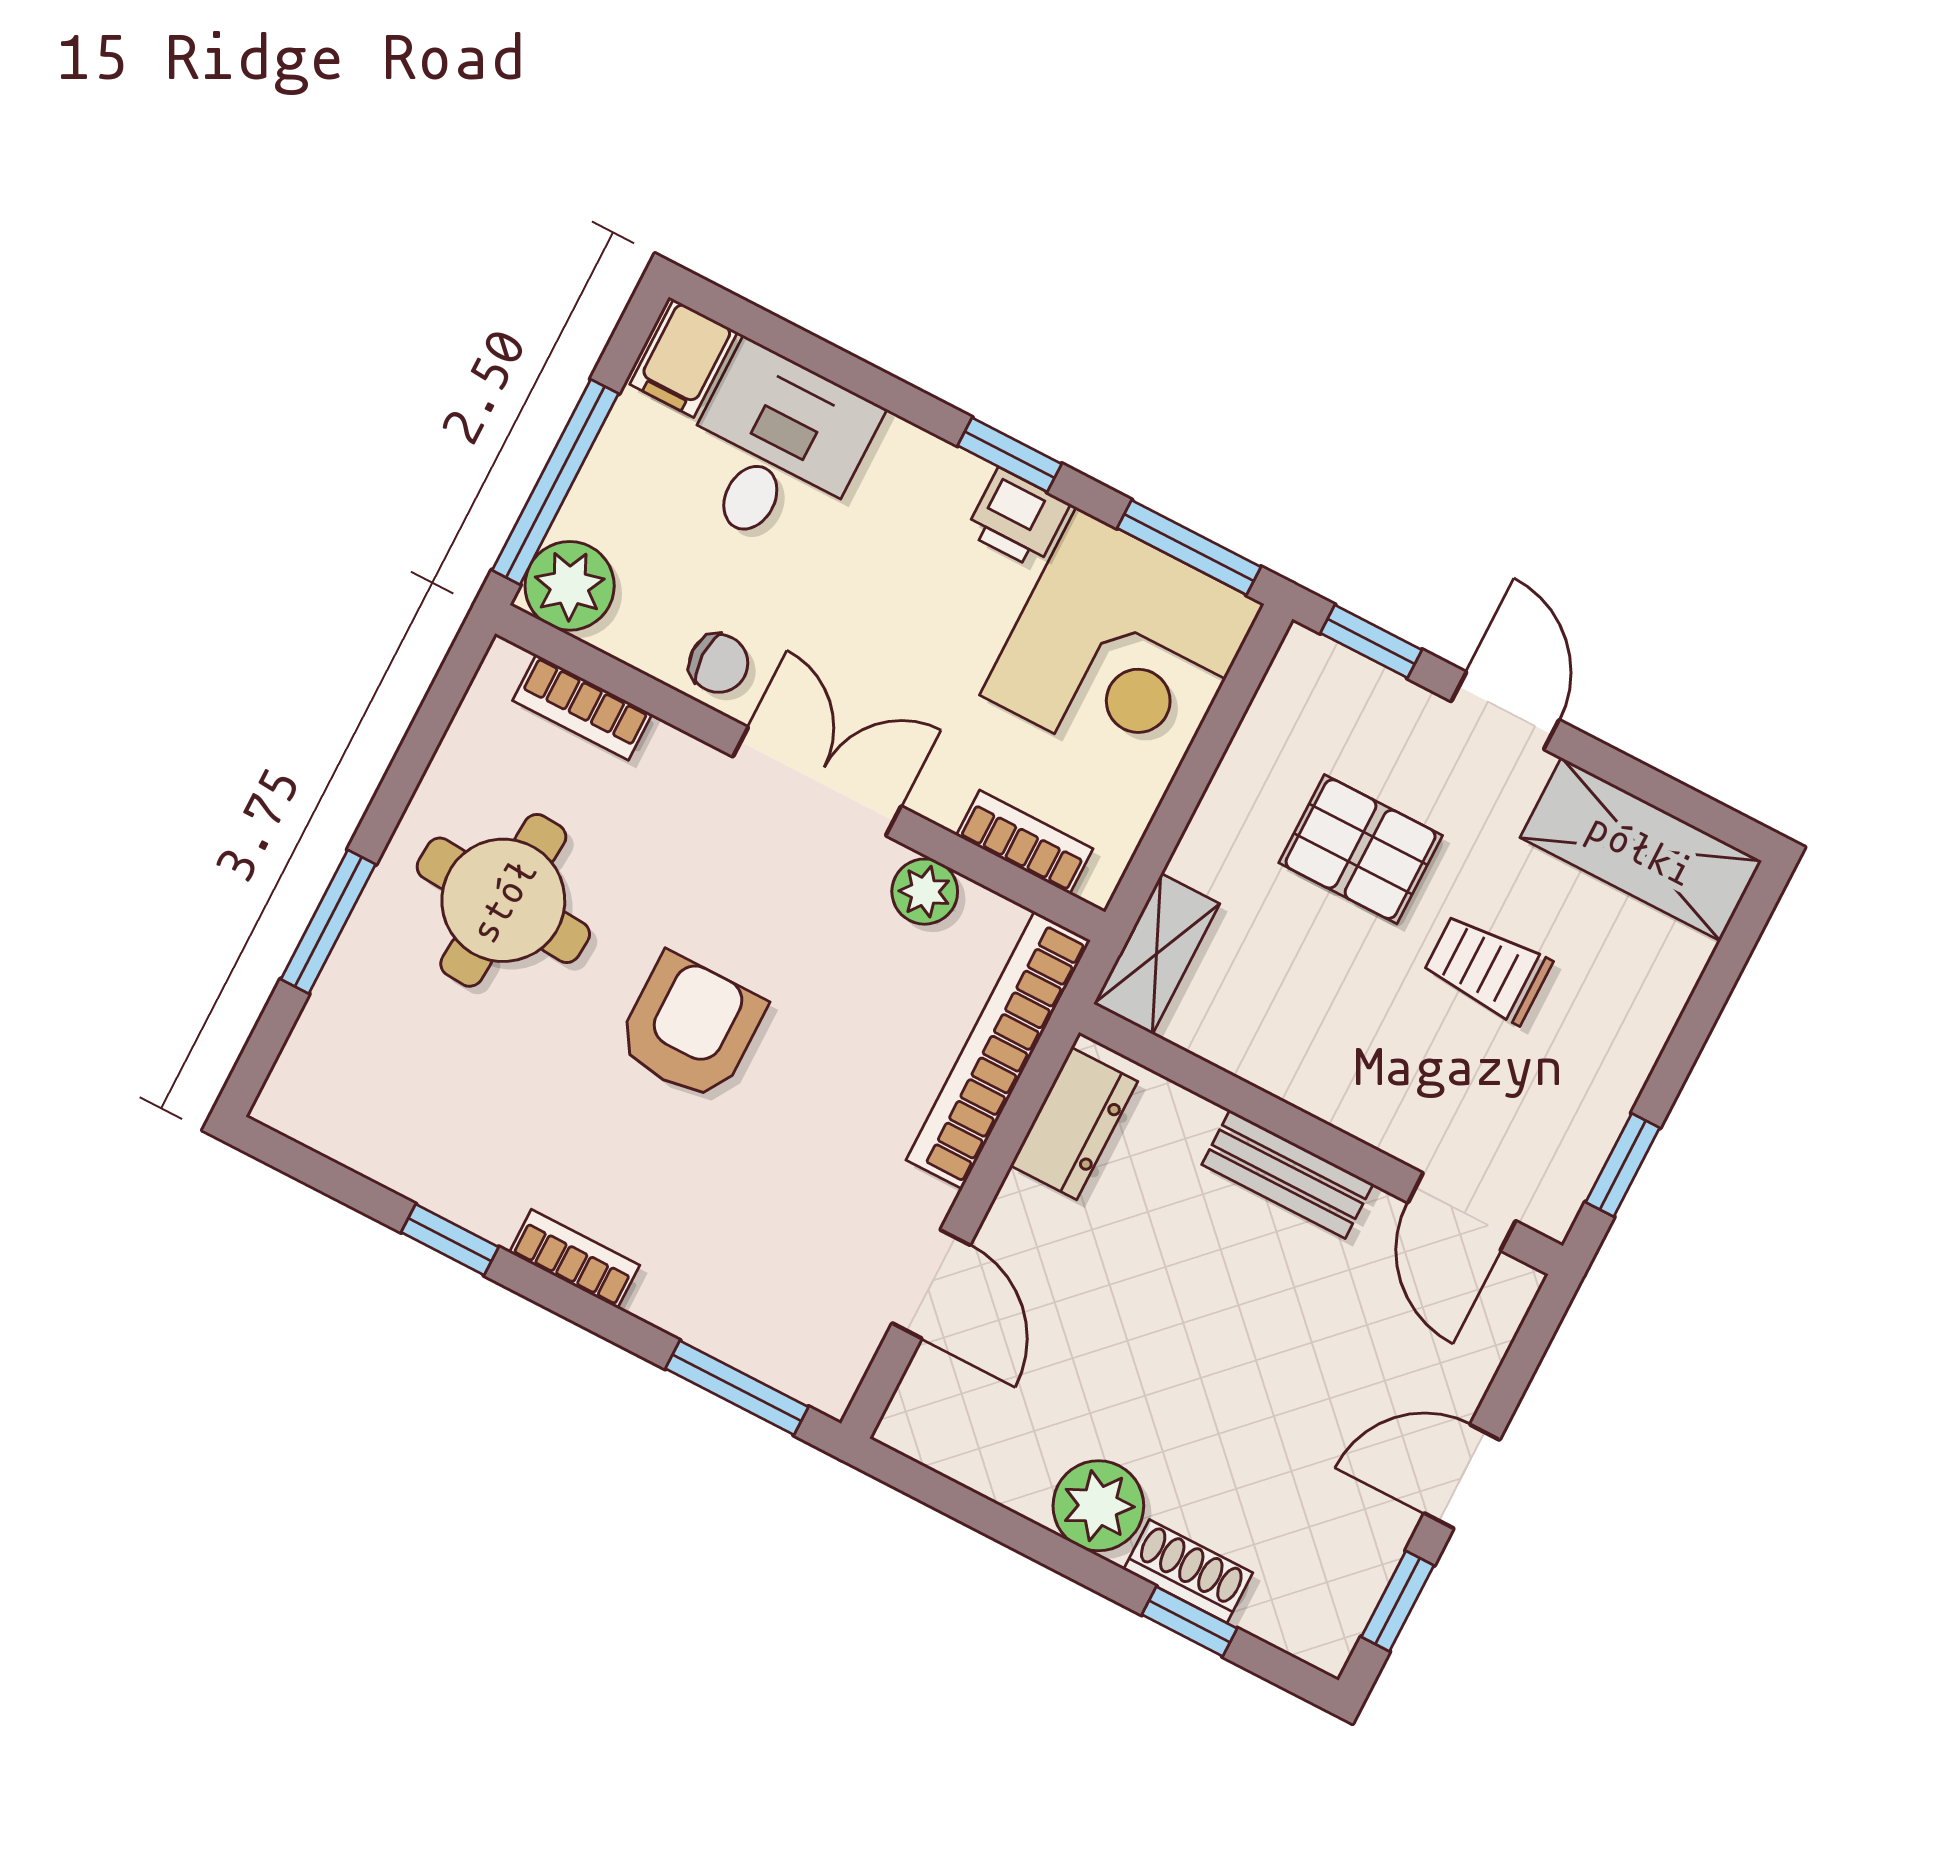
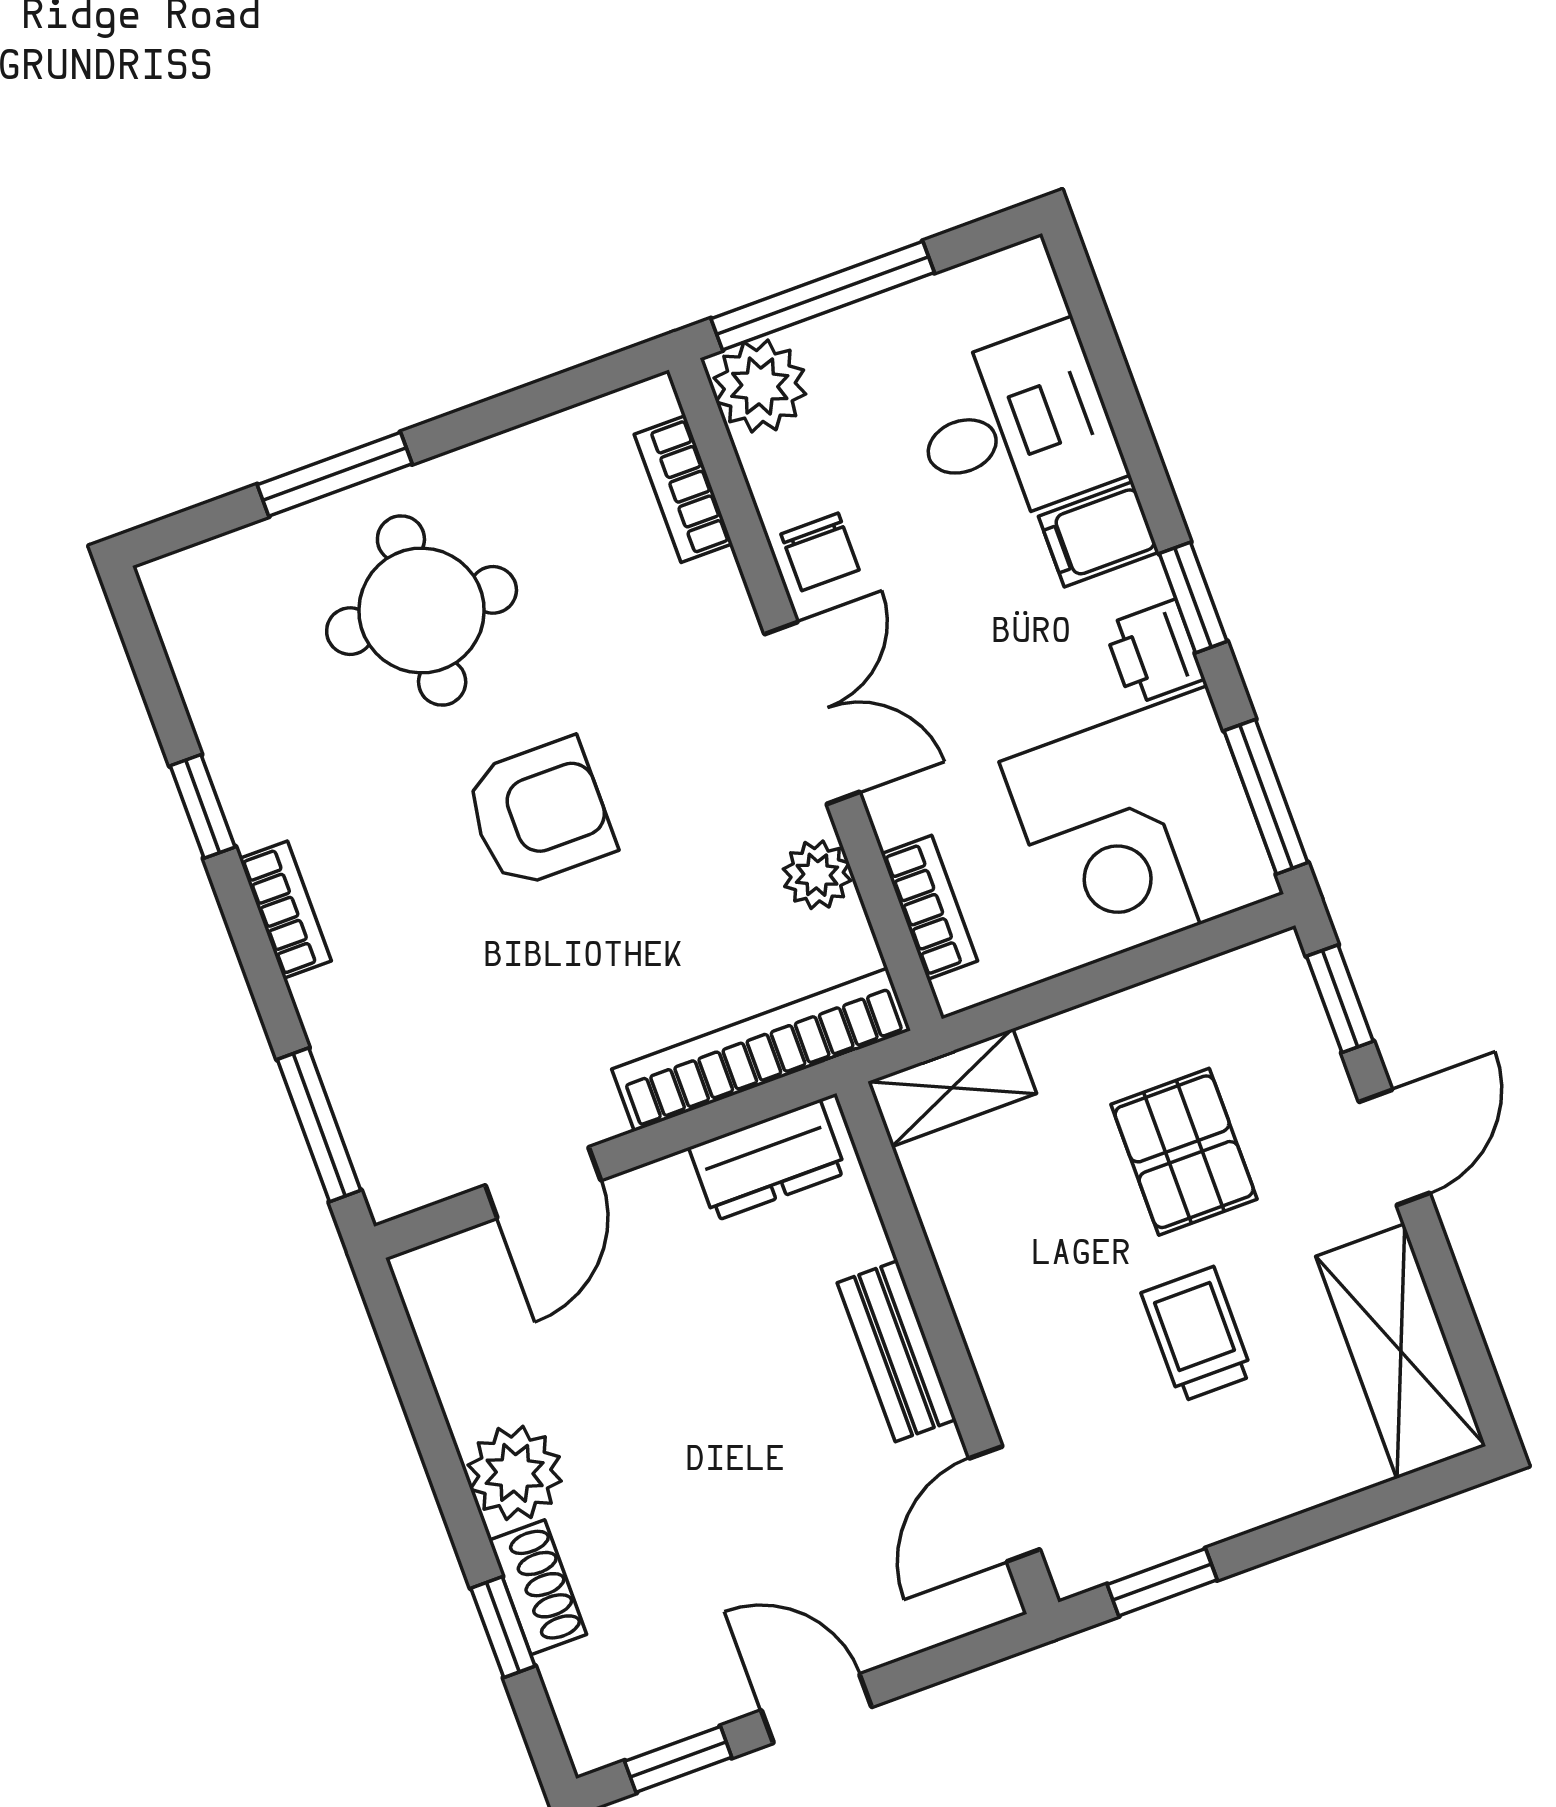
filing cabinet: (684, 358) -> (1099, 534), moved
round table: (503, 900) -> (422, 610), moved

